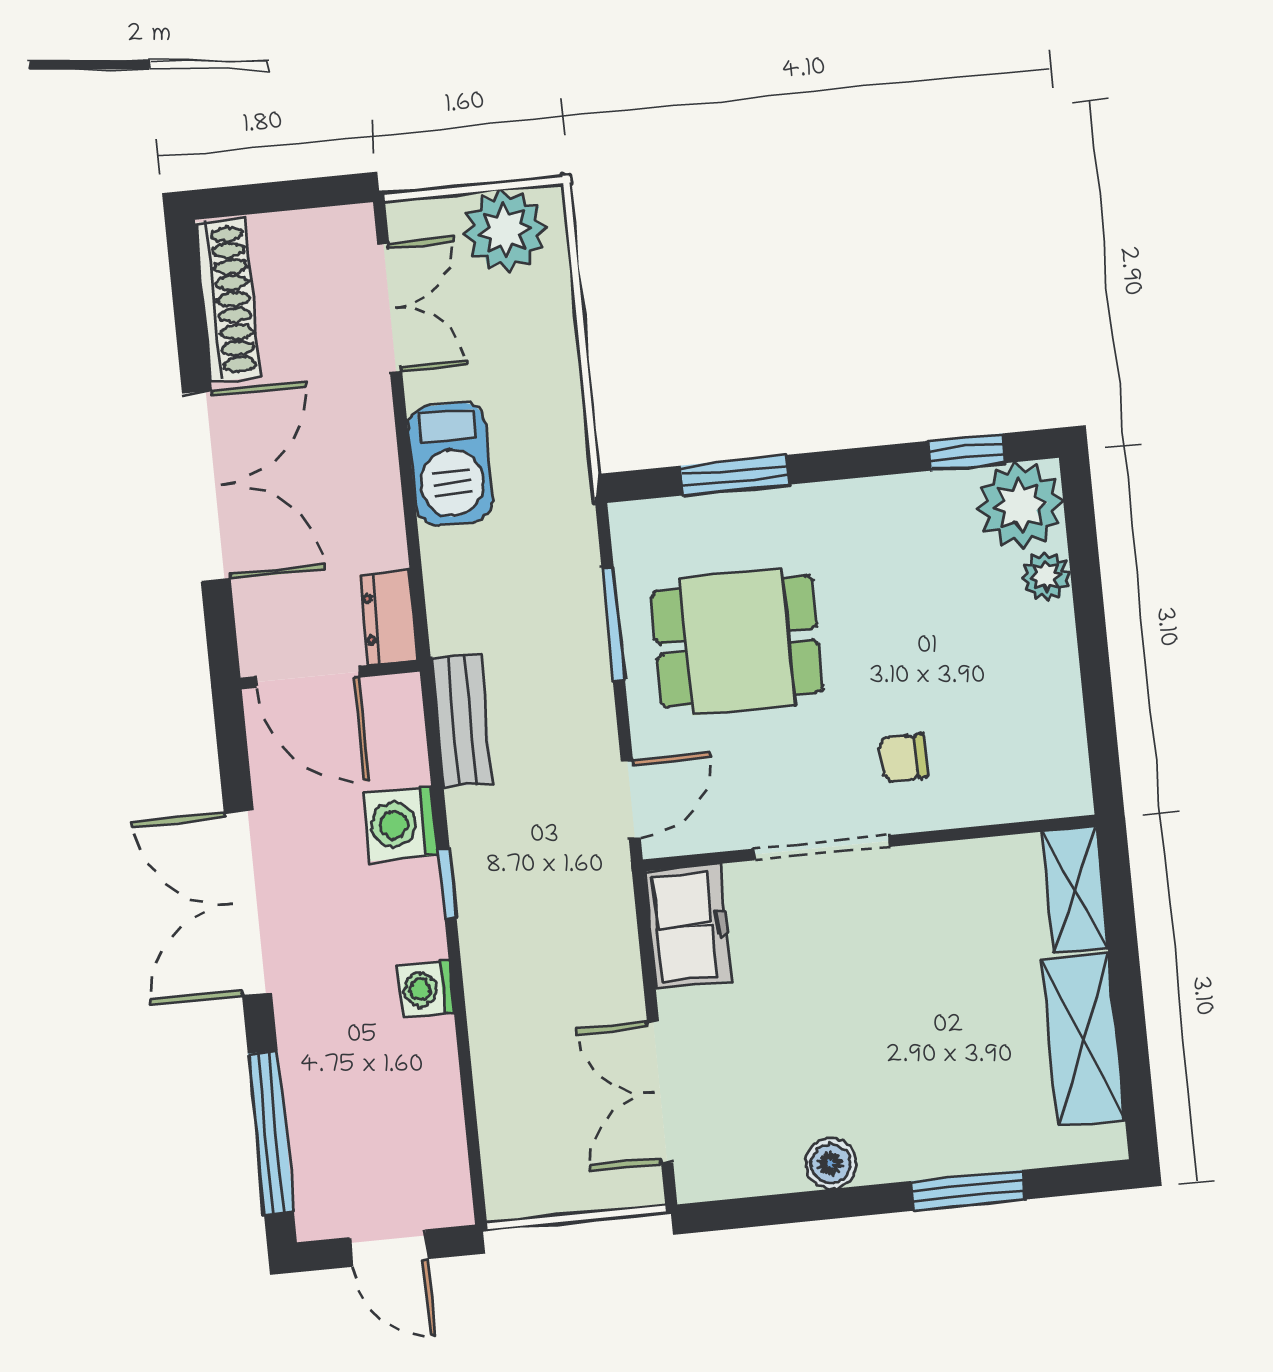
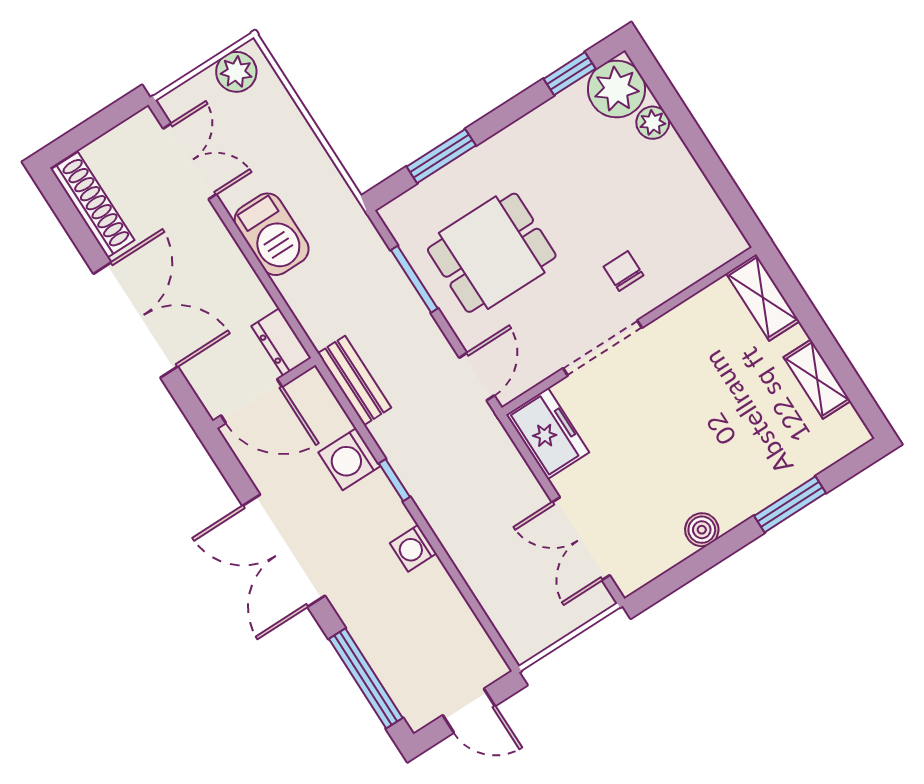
plant: (505, 231) -> (236, 72), width x0.73, depth x0.73
chair: (903, 758) -> (624, 271), turned 90
shelving: (1083, 1040) -> (817, 379), width x0.67, depth x0.75

